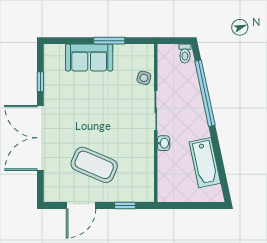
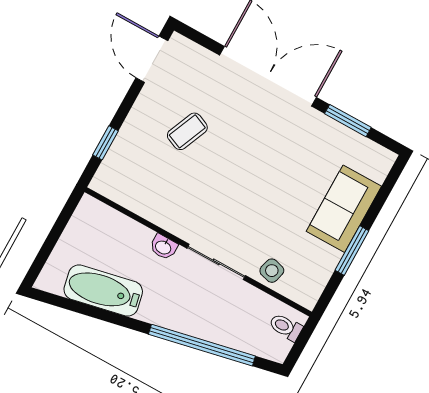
toilet: (185, 53) -> (286, 327), moved
window: (40, 82) -> (348, 121), width x1.50
coffee table: (94, 165) -> (187, 131), width x0.54, depth x0.58
door: (81, 205) -> (152, 59), moved

